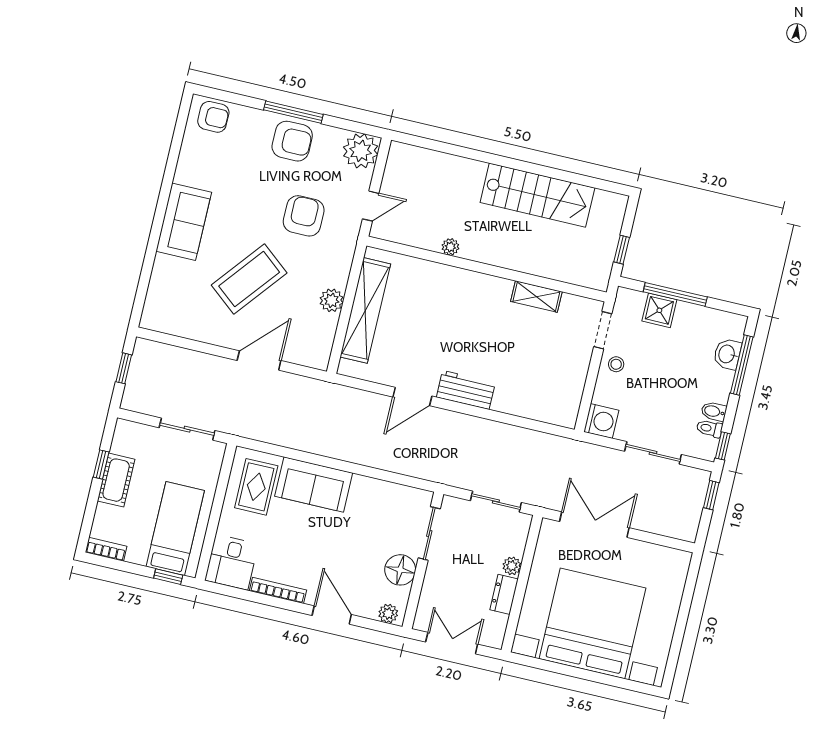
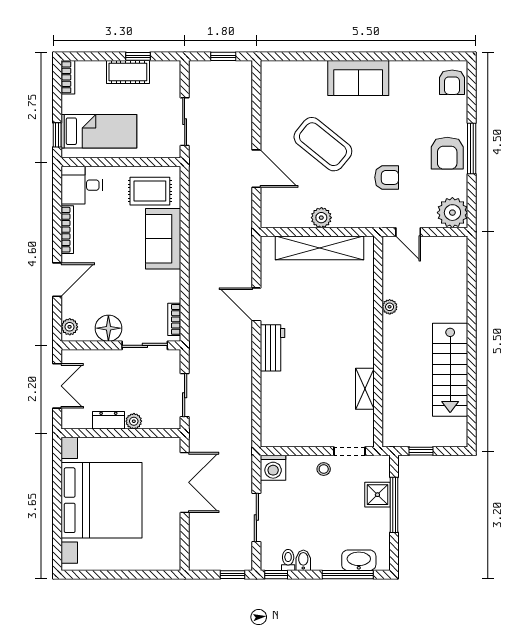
armchair: (304, 216) -> (387, 177), width x0.72, depth x0.72
washbasin: (727, 354) -> (359, 560), width x1.38
bookcase: (408, 493) -> (174, 319), added

